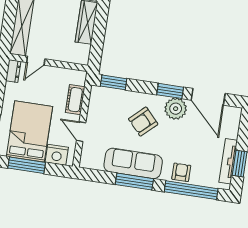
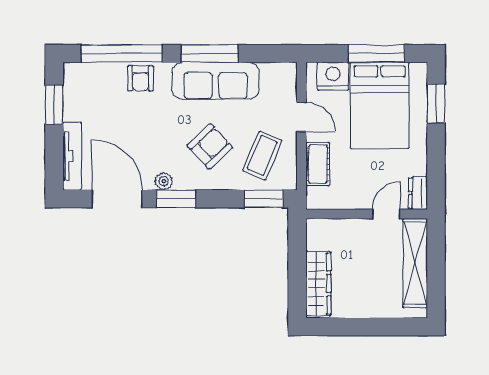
plant: (176, 109) -> (164, 181), width x0.53, depth x0.53
coffee table: (110, 110) -> (262, 156), added
tv unit: (228, 161) -> (72, 156), moved

